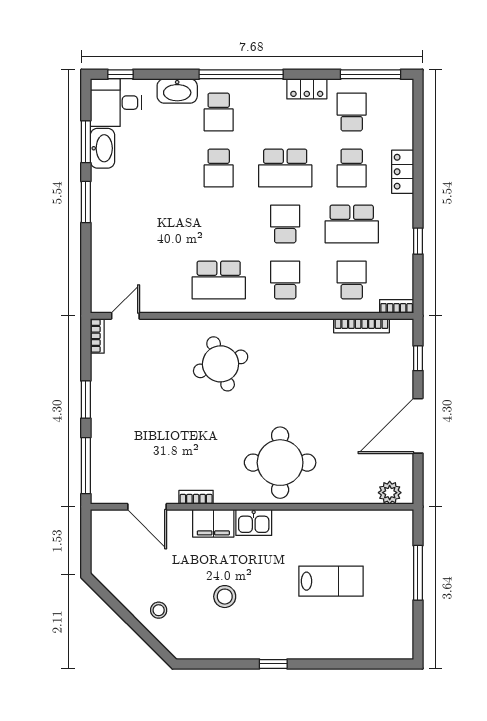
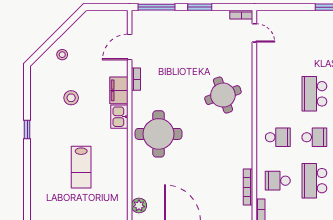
school desk: (219, 280) -> (314, 94), moved
school desk: (352, 280) -> (278, 181), turned 180

